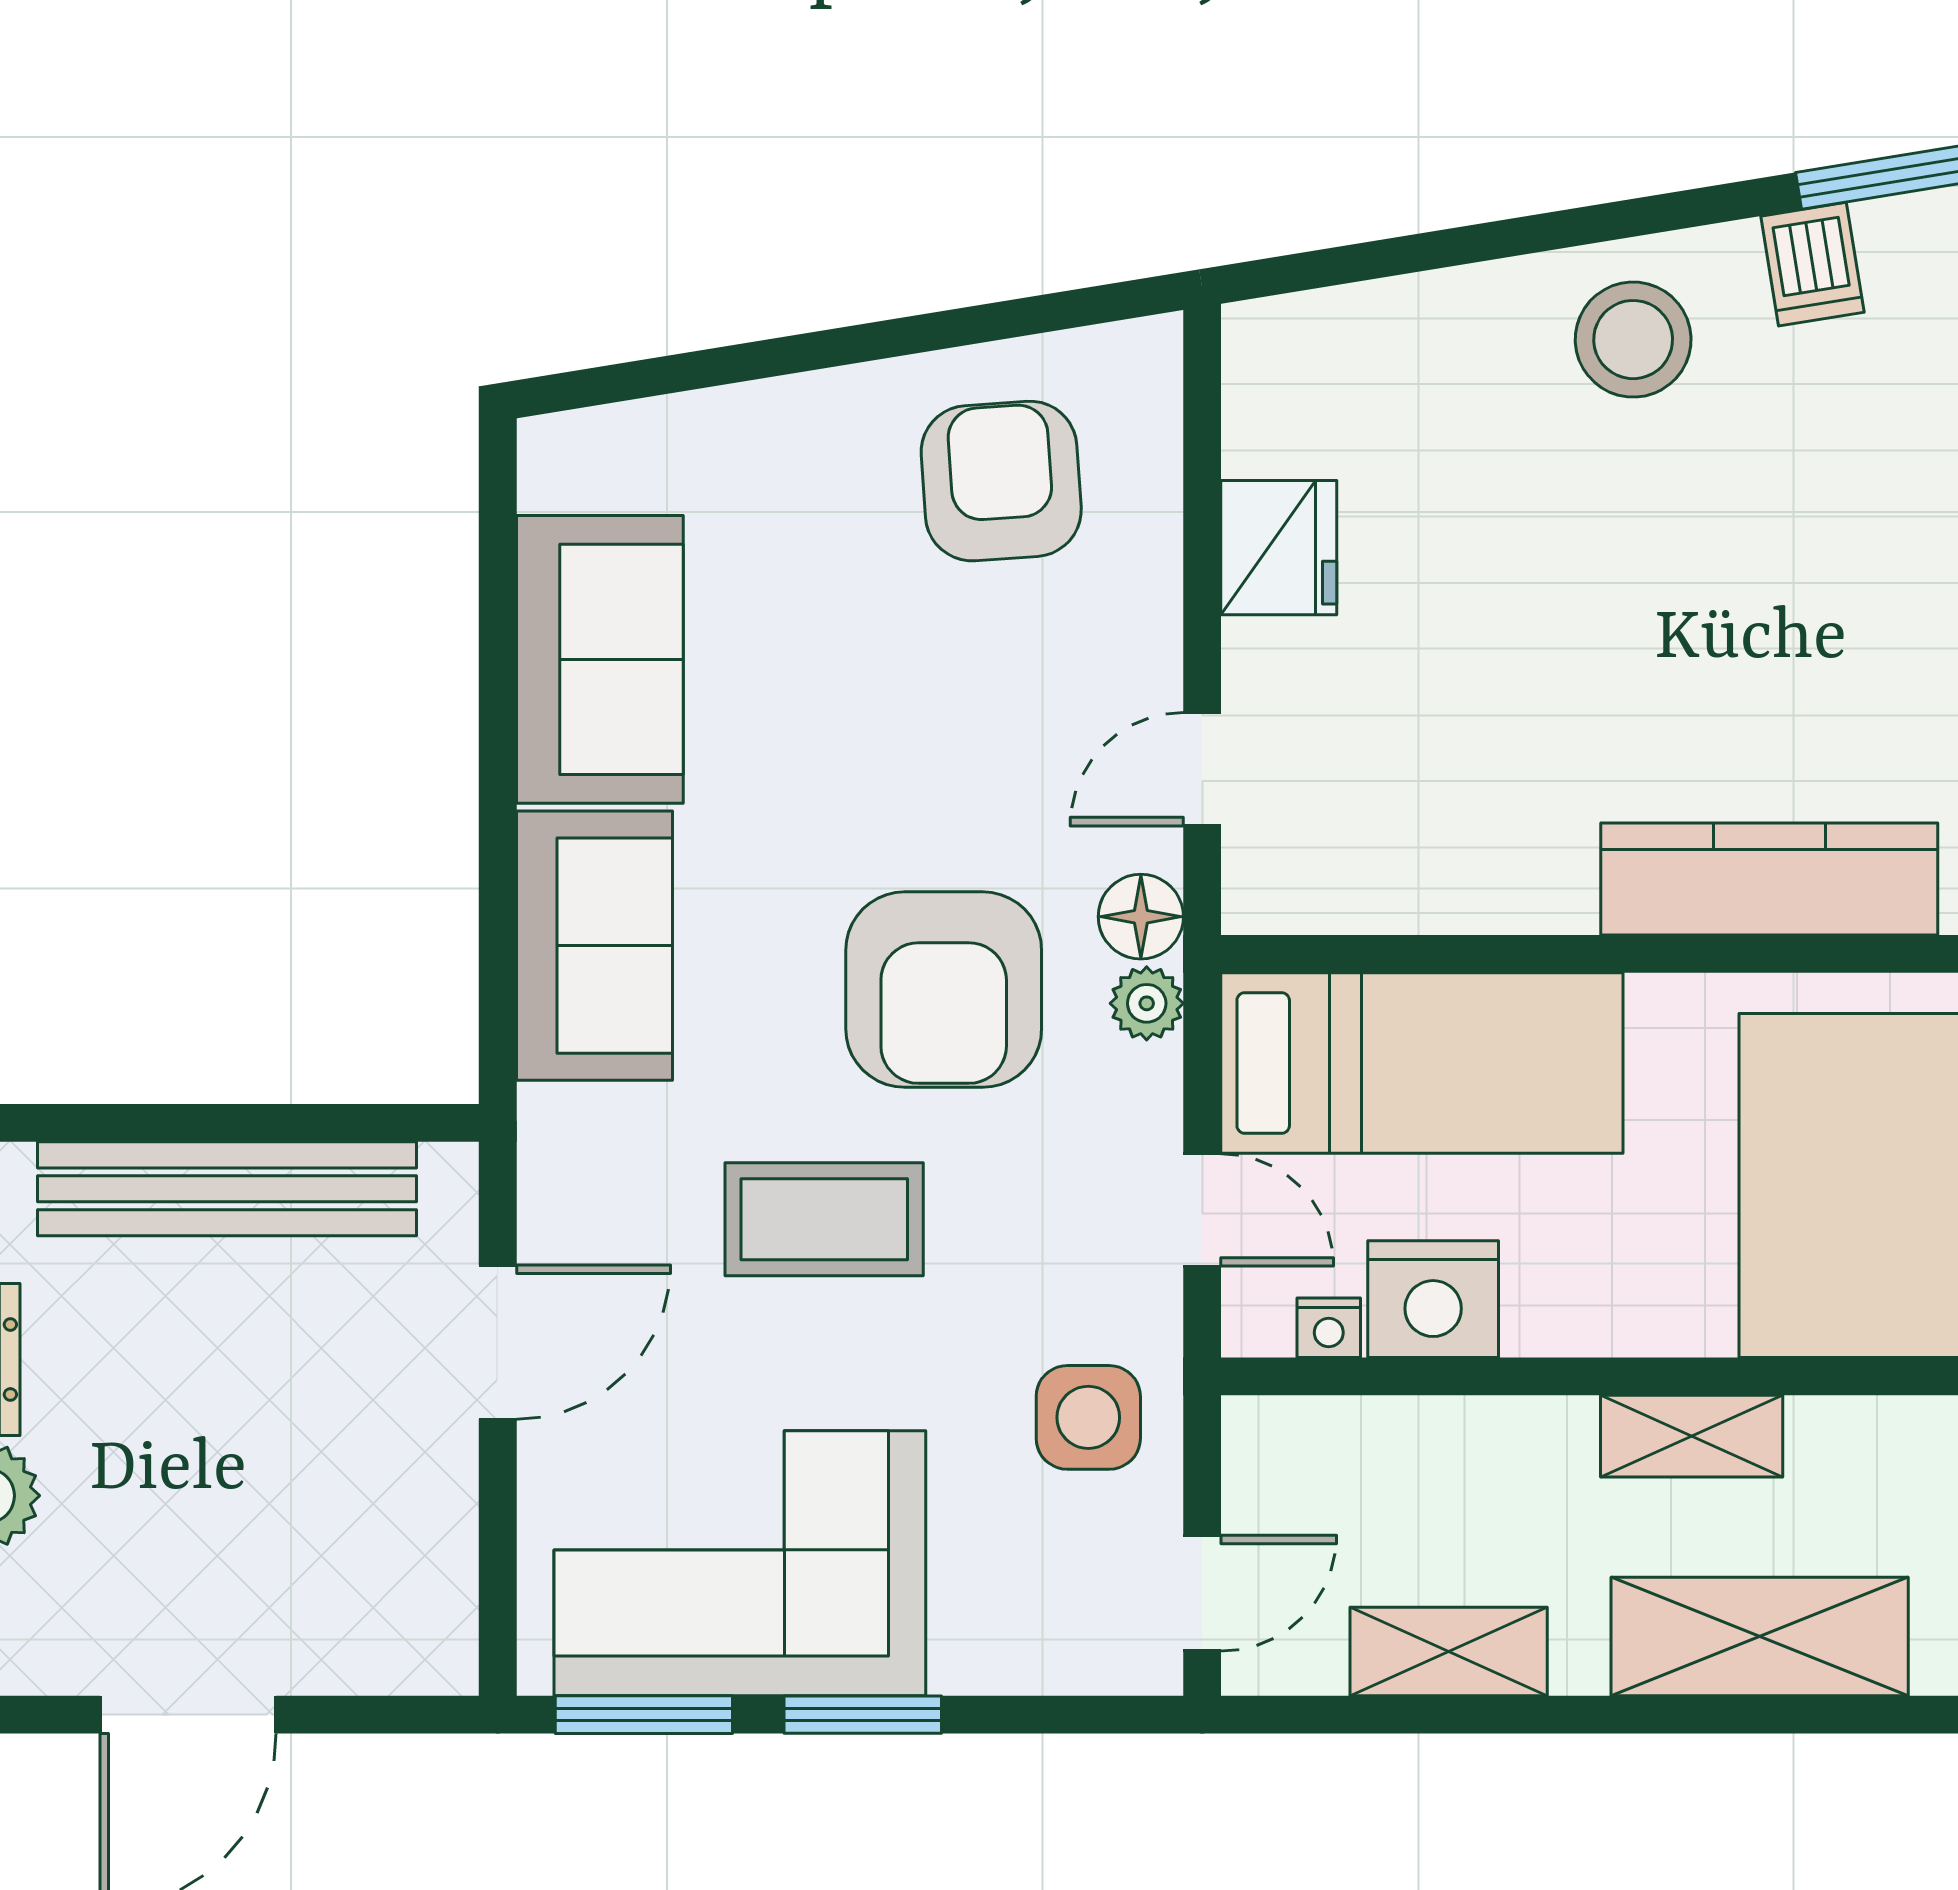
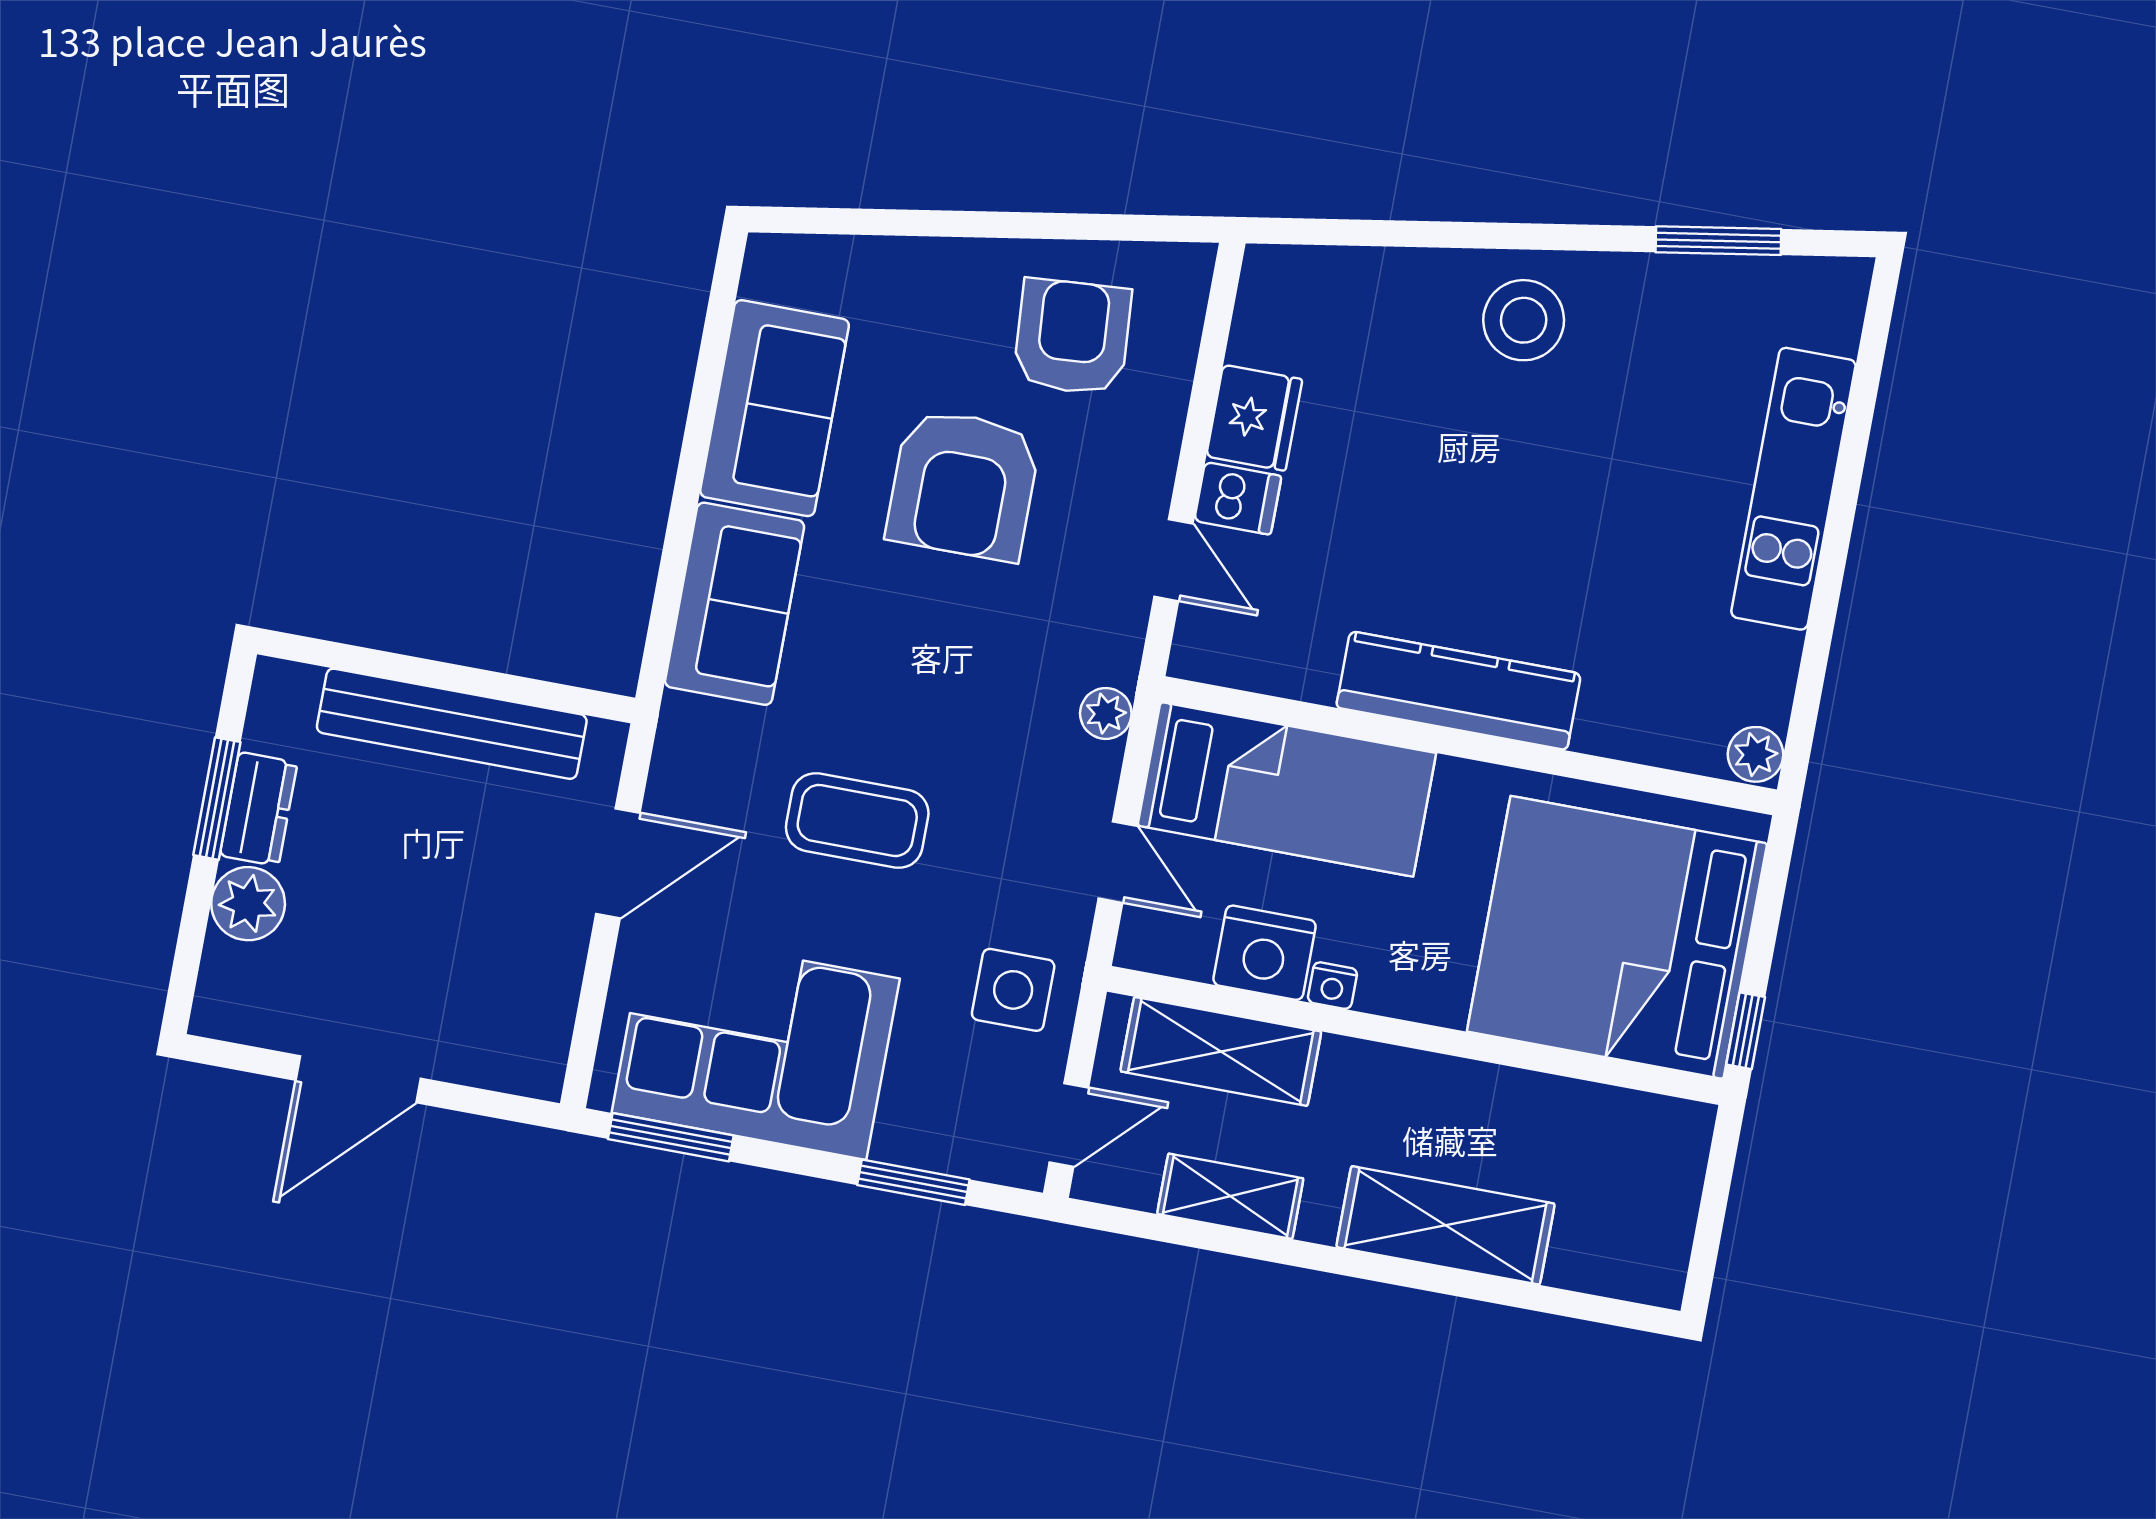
dishwasher: (1812, 264) -> (1238, 498), moved, turned -81
door: (1202, 769) -> (1174, 560), swing flipped
kitchen counter: (1769, 879) -> (1459, 691), moved
floor lamp: (1141, 917) -> (1113, 653), removed
armchair: (944, 990) -> (963, 485), moved
nightstand: (1329, 1328) -> (1332, 986), moved
shelving: (1692, 1436) -> (1221, 1051), moved, width x1.50, depth x1.33
window: (863, 1715) -> (913, 1182), moved

